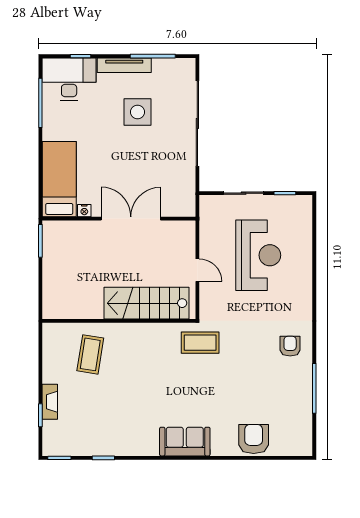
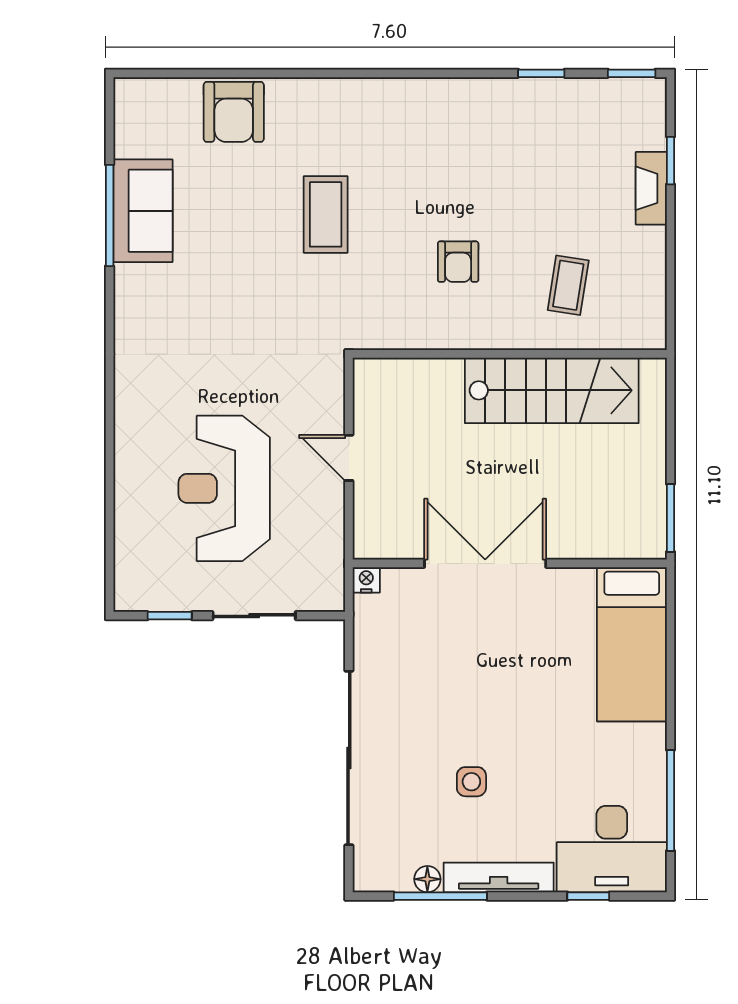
floor lamp: (159, 64) -> (427, 879), added
side table: (138, 112) -> (471, 782), width x0.54, depth x0.54
nightstand: (84, 211) -> (366, 580), moved
double door: (131, 219) -> (485, 563), swing flipped
stairs: (147, 303) -> (552, 390), moved
coffee table: (200, 343) -> (326, 214), moved, turned 90
armchair: (290, 346) -> (458, 262), moved
coffee table: (90, 354) -> (568, 285), width x0.73, depth x0.77
sofa: (185, 442) -> (143, 211), moved, turned -90

